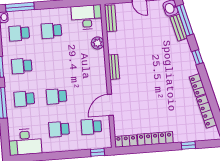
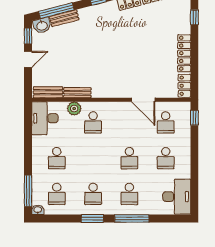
school desk: (86, 61) -> (93, 122), added
bench: (114, 67) -> (77, 93), moved

